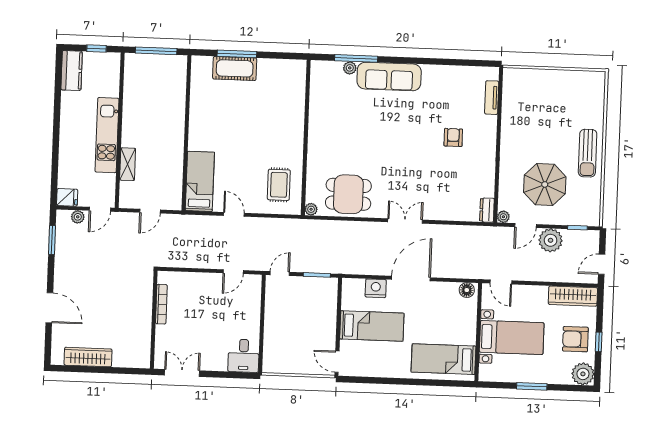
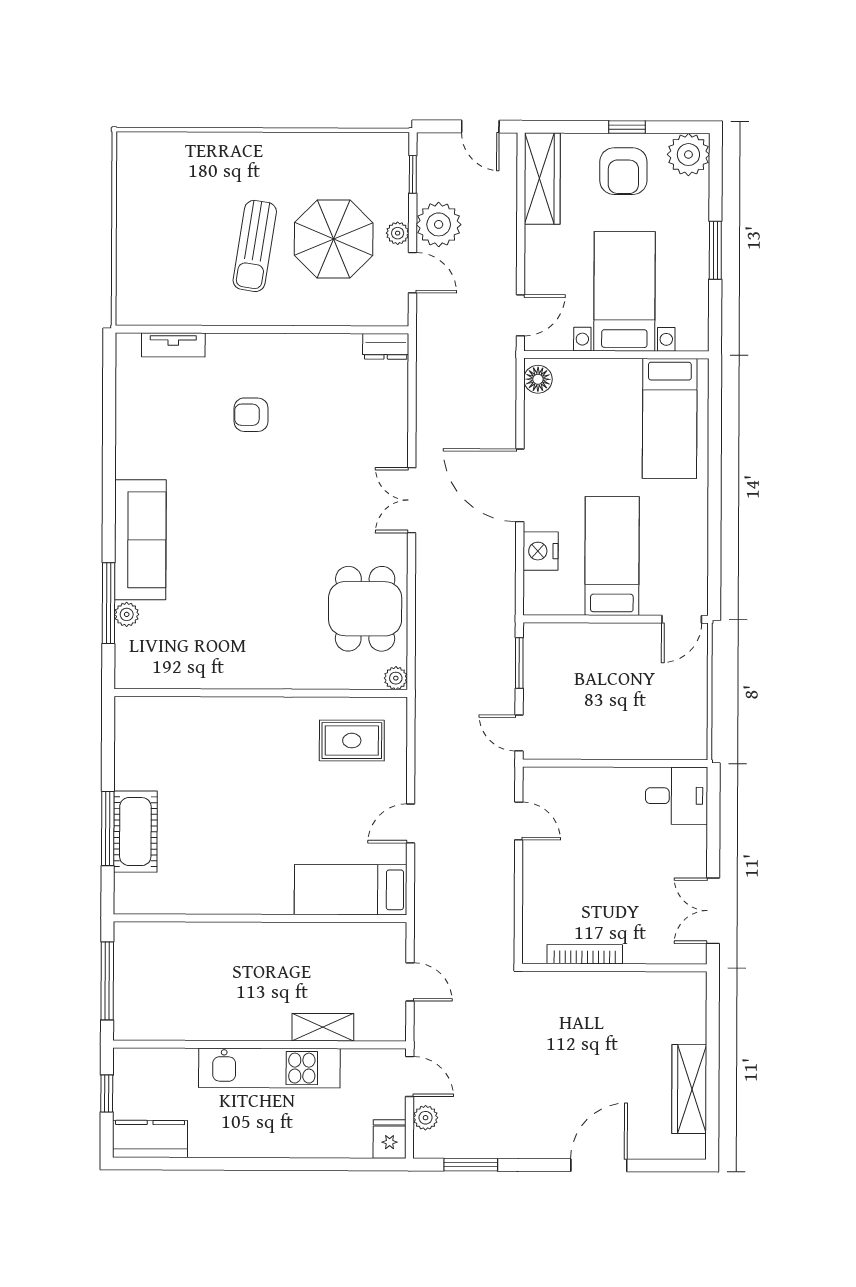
sun lounger: (588, 153) -> (255, 246), moved, turned 99
plant: (503, 217) -> (398, 233), moved

